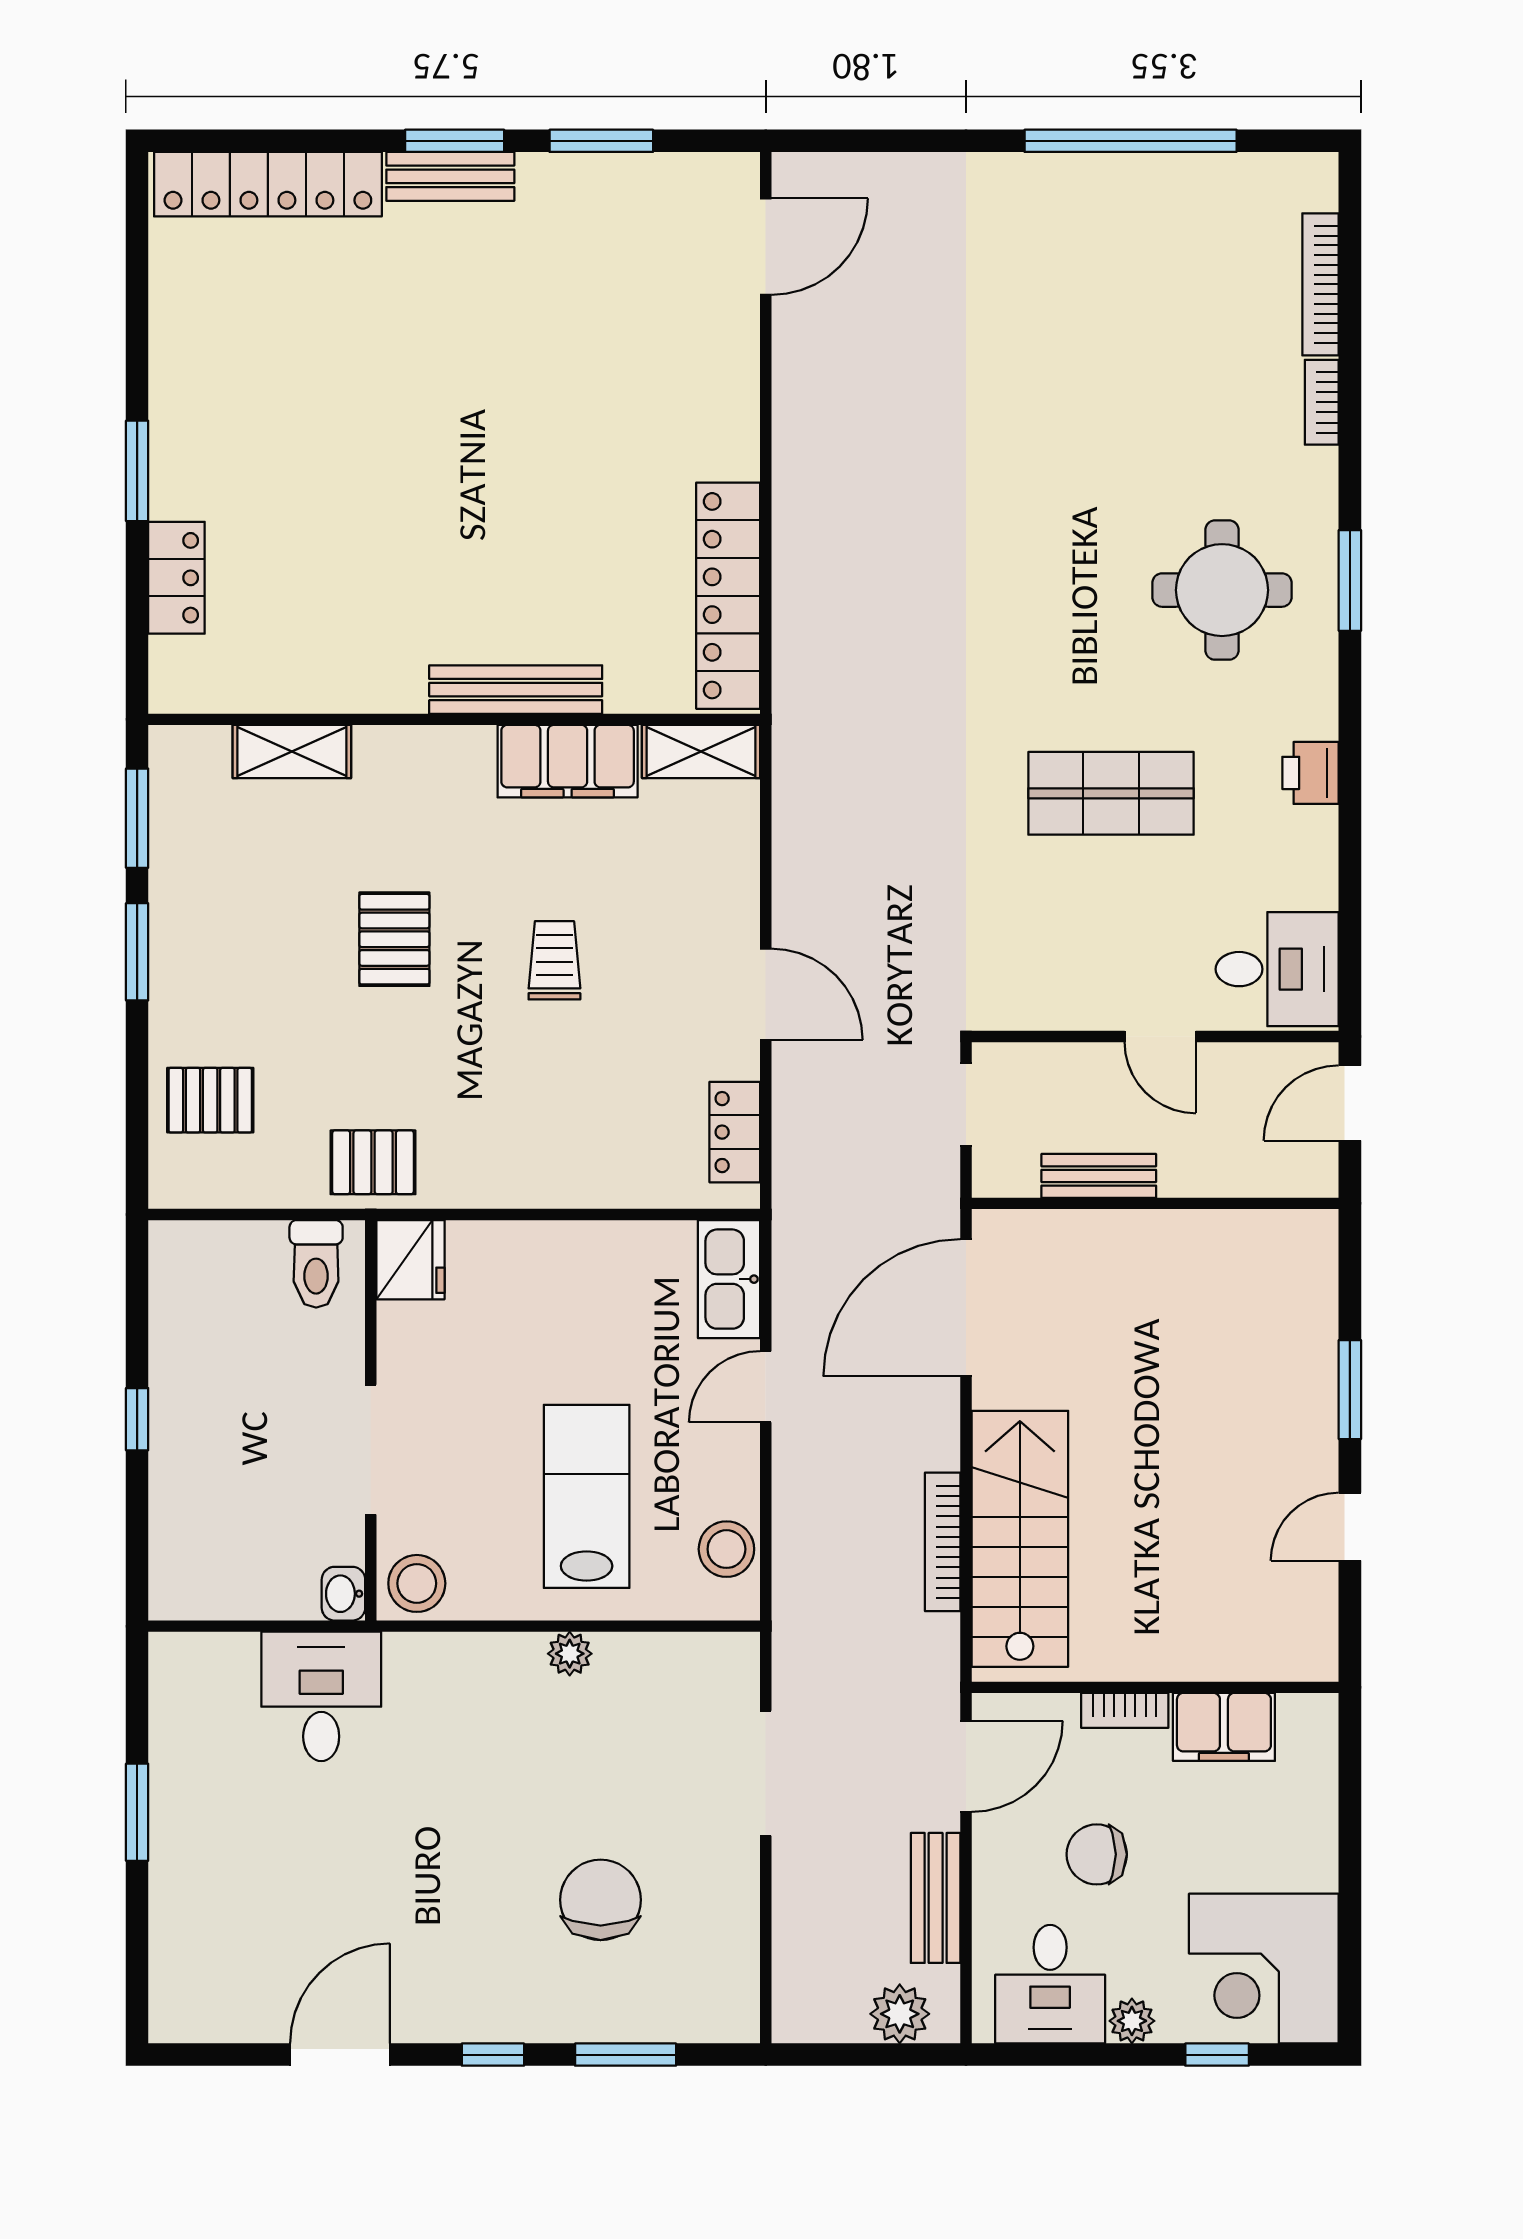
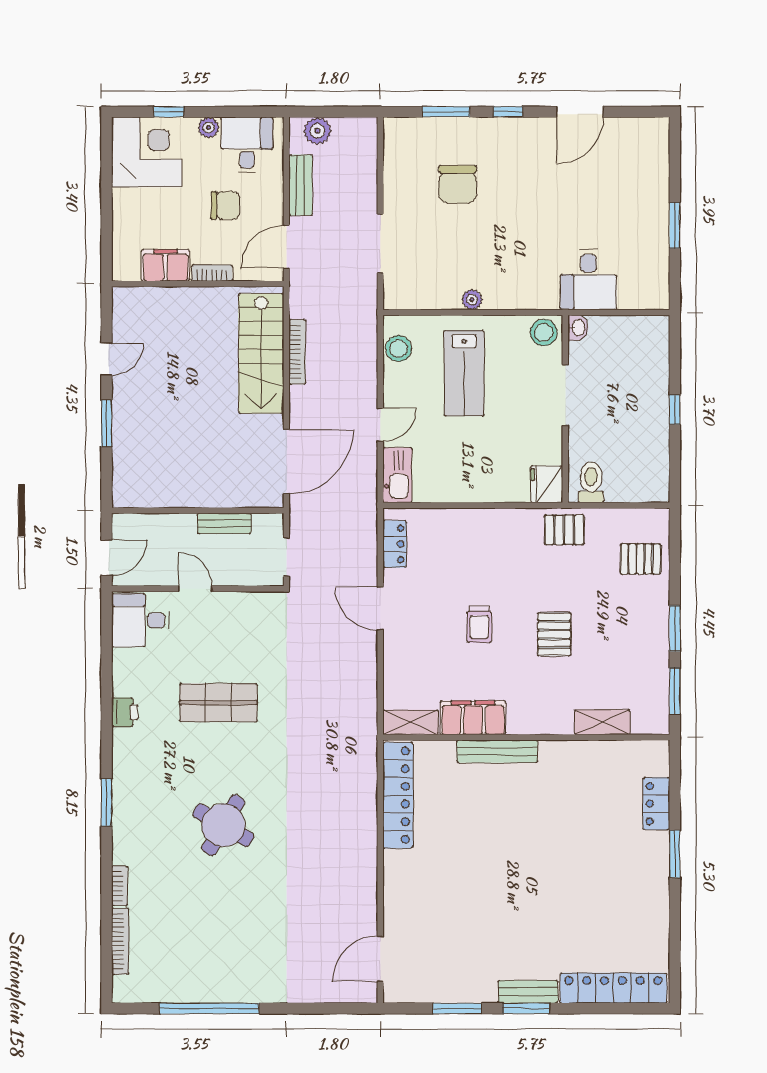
round table: (1222, 590) -> (223, 825), moved, turned 30

